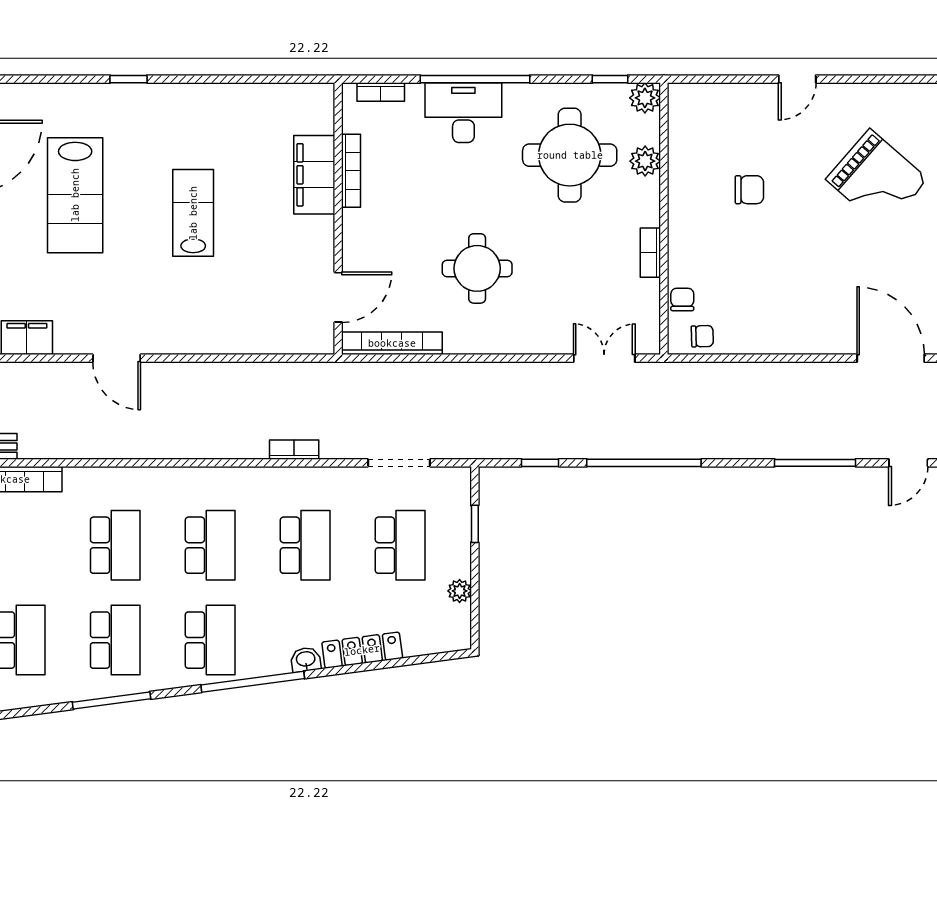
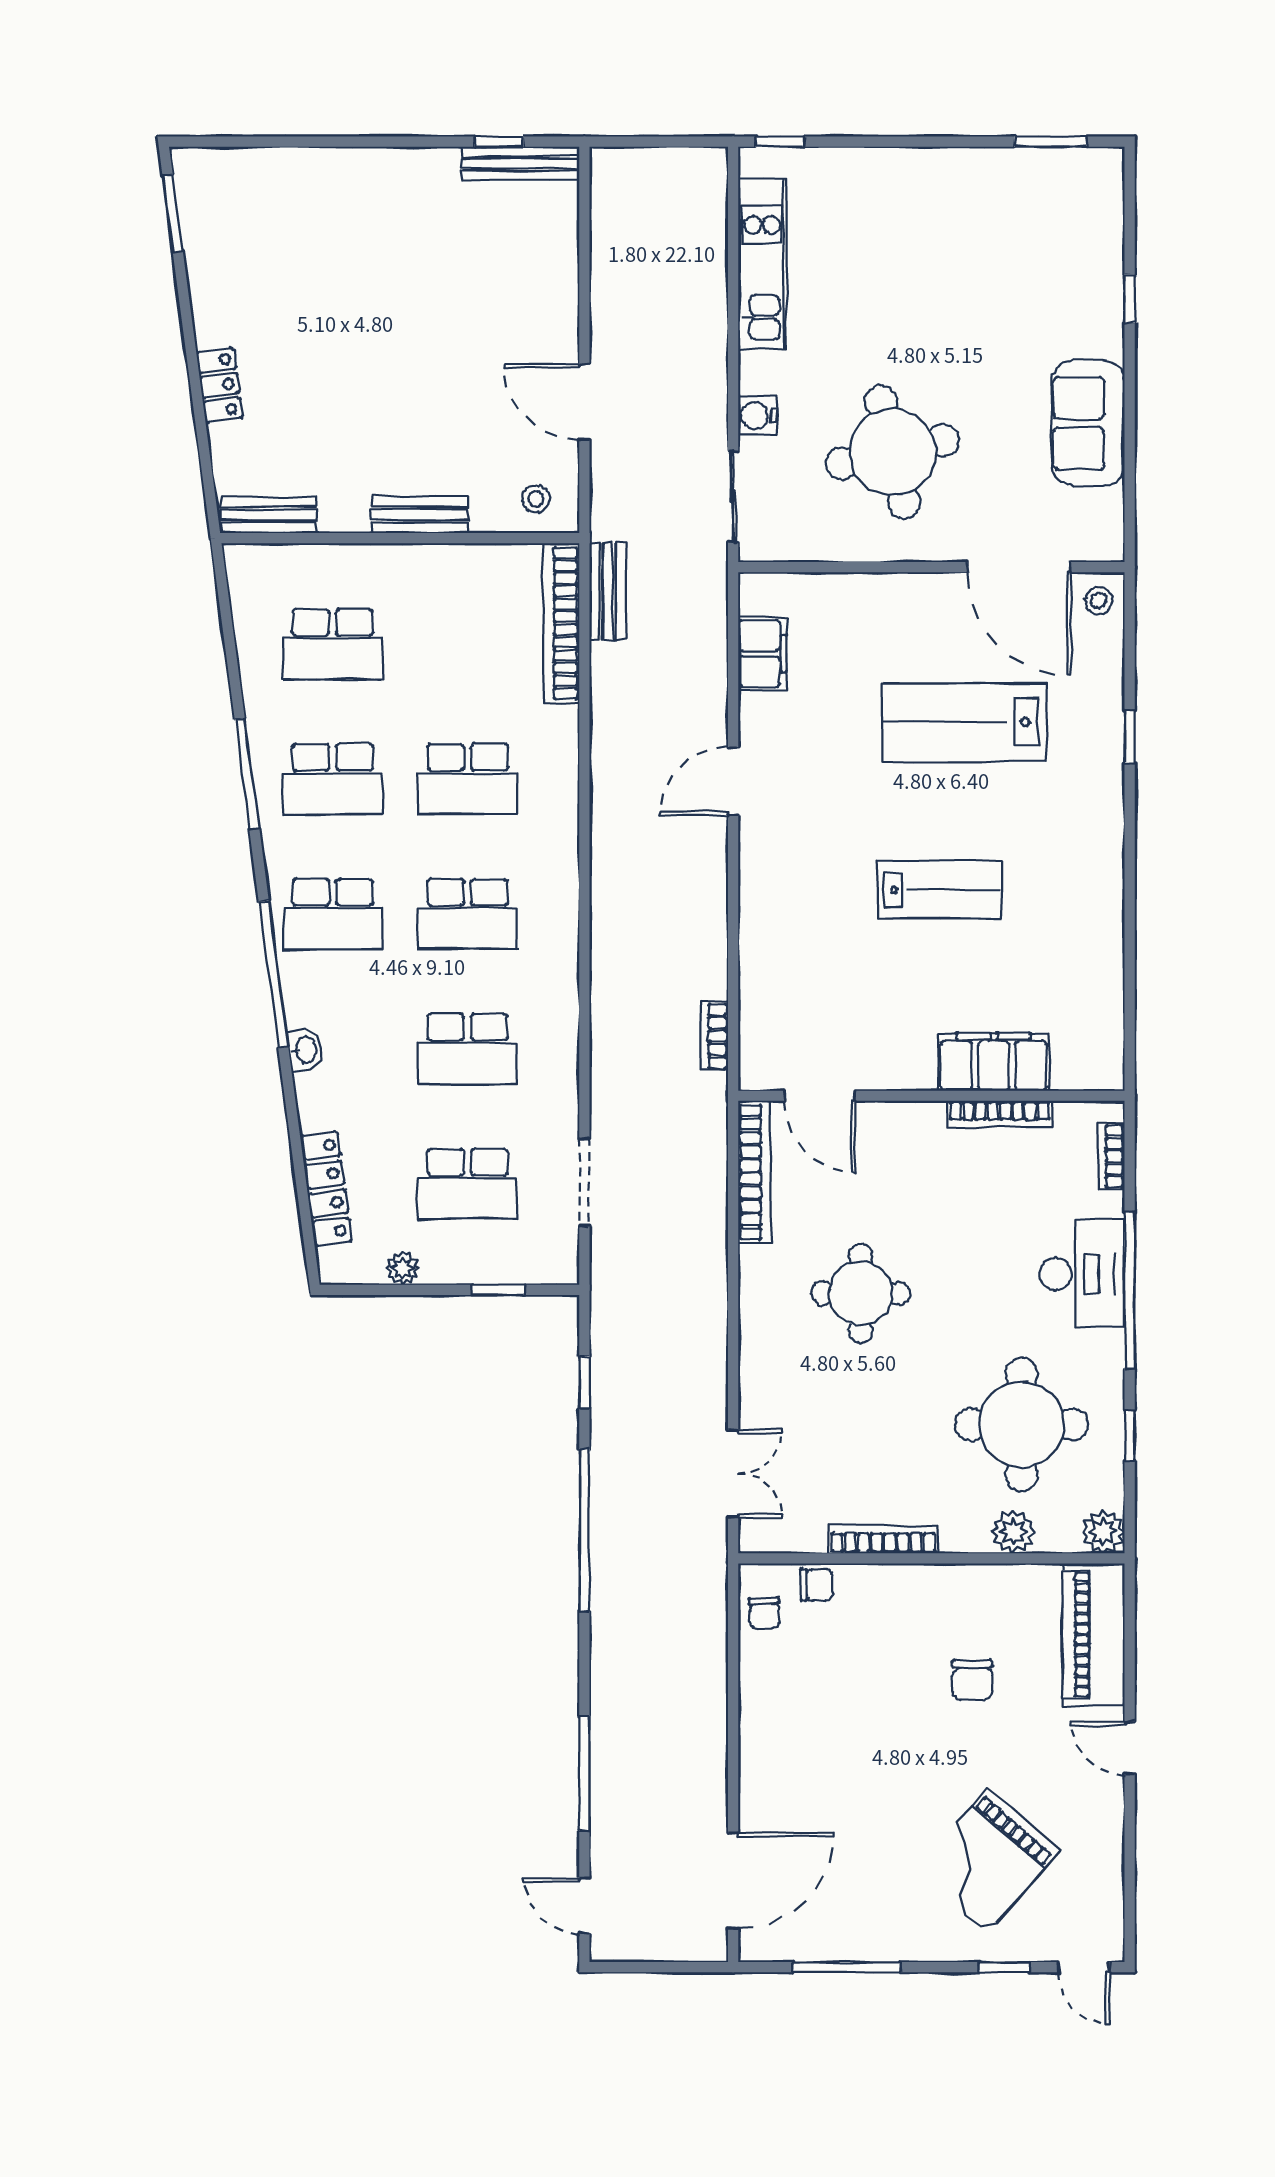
window: (129, 79) -> (1130, 737), moved
window: (610, 79) -> (1130, 1436), moved
piano: (717, 104) -> (1094, 1634), added
bookcase: (650, 253) -> (883, 1539), width x1.56
bookcase: (294, 450) -> (714, 1036), moved, turned 180
locker: (362, 650) -> (326, 1189), moved

